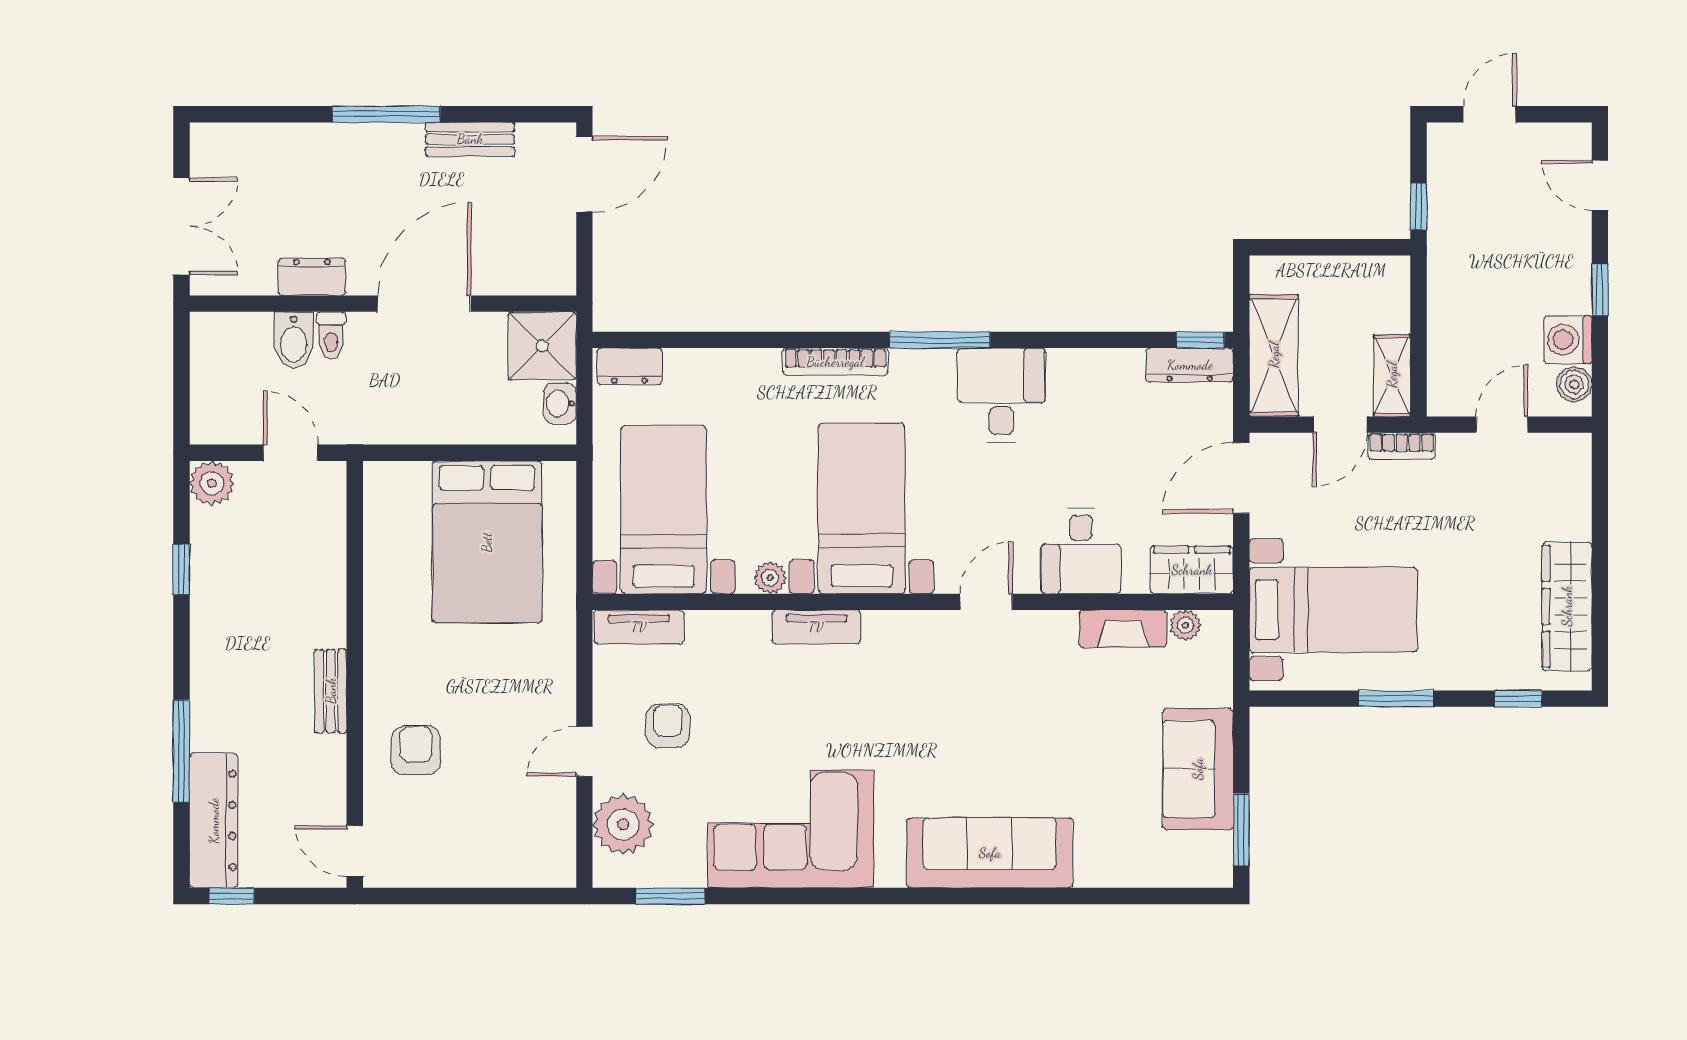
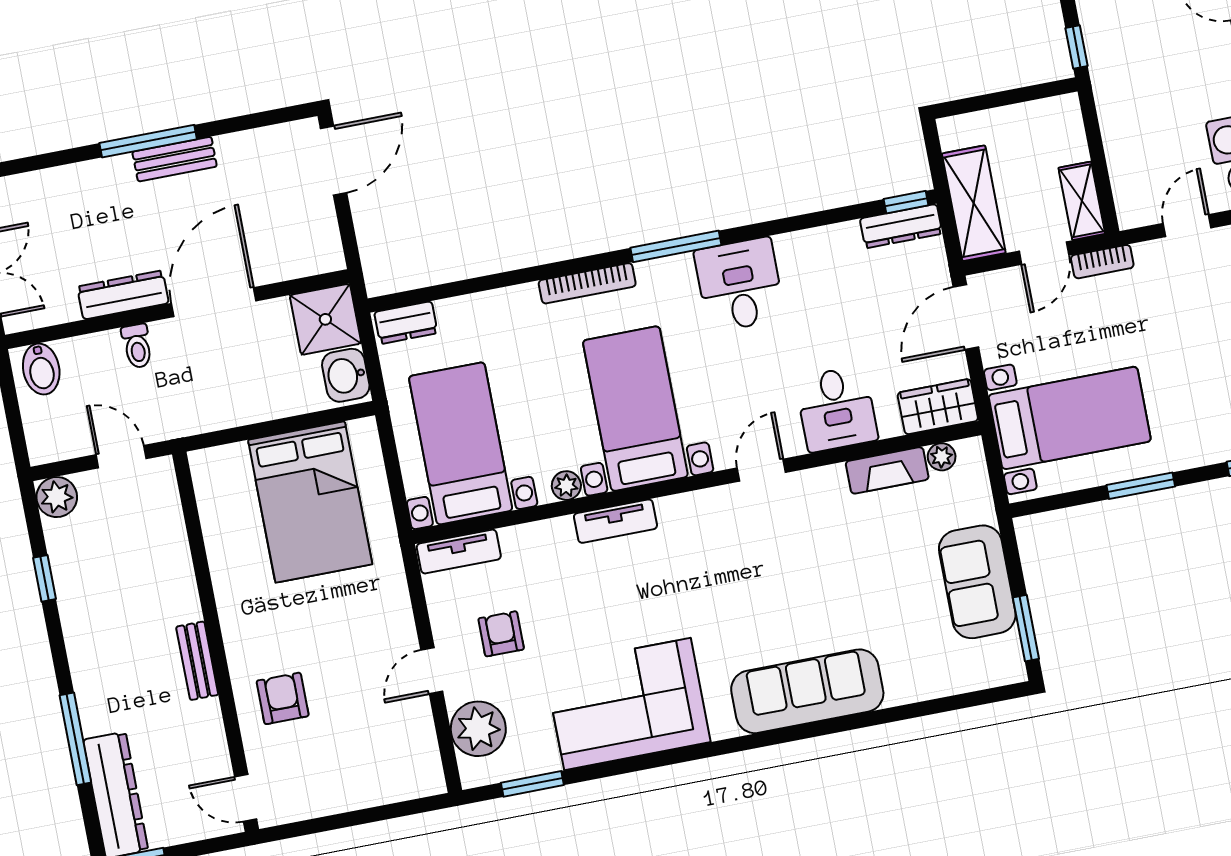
bench: (470, 139) -> (175, 159), moved
dresser: (312, 277) -> (123, 295), width x1.44
bidet: (294, 340) -> (41, 369), moved
washbasin: (560, 403) -> (346, 375), width x1.38, depth x1.45

